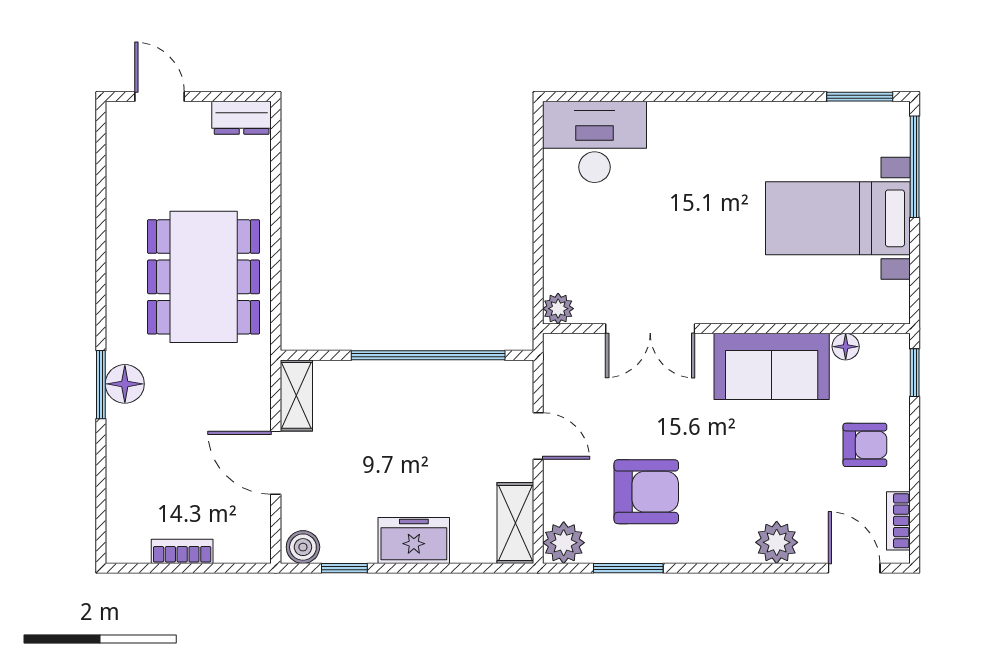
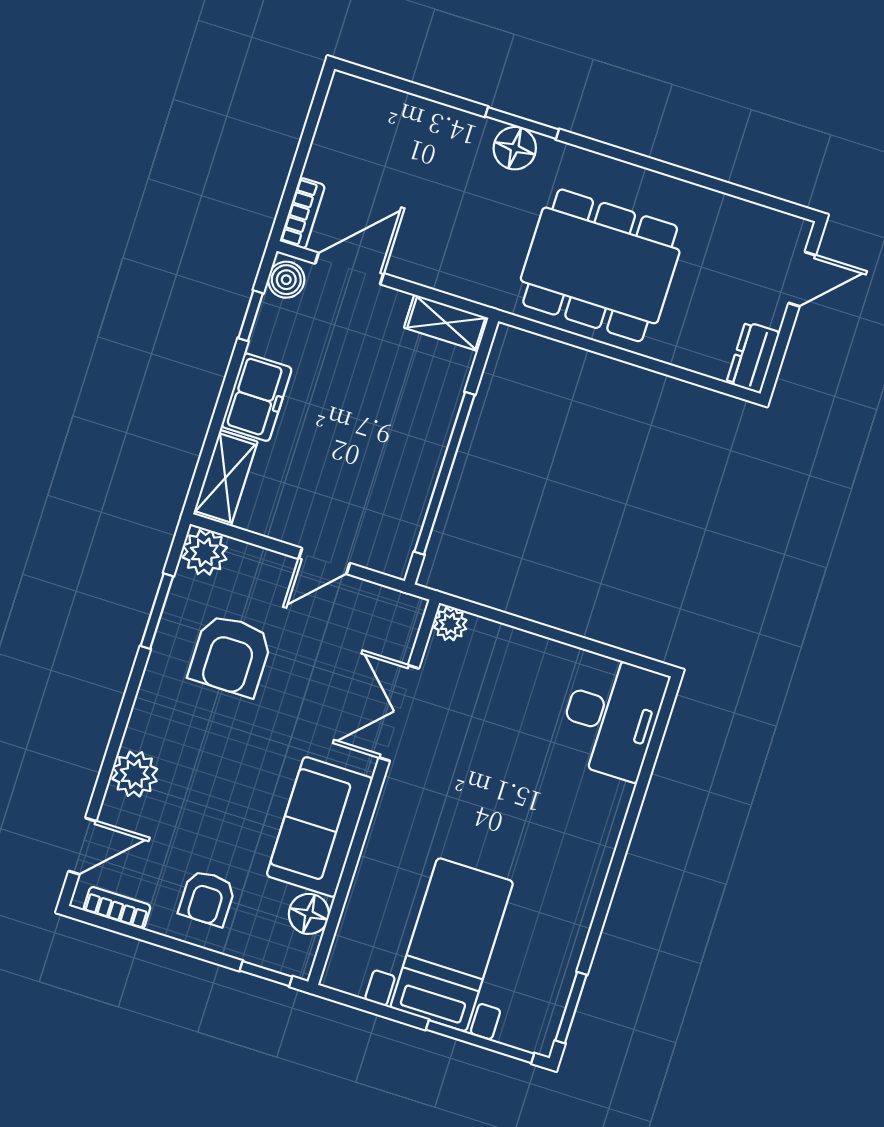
floor lamp: (846, 347) -> (309, 914), width x1.37, depth x1.37
door: (276, 463) -> (349, 269), moved
shelving: (515, 523) -> (225, 478), moved, turned 90
bookcase: (182, 551) -> (302, 213), moved

